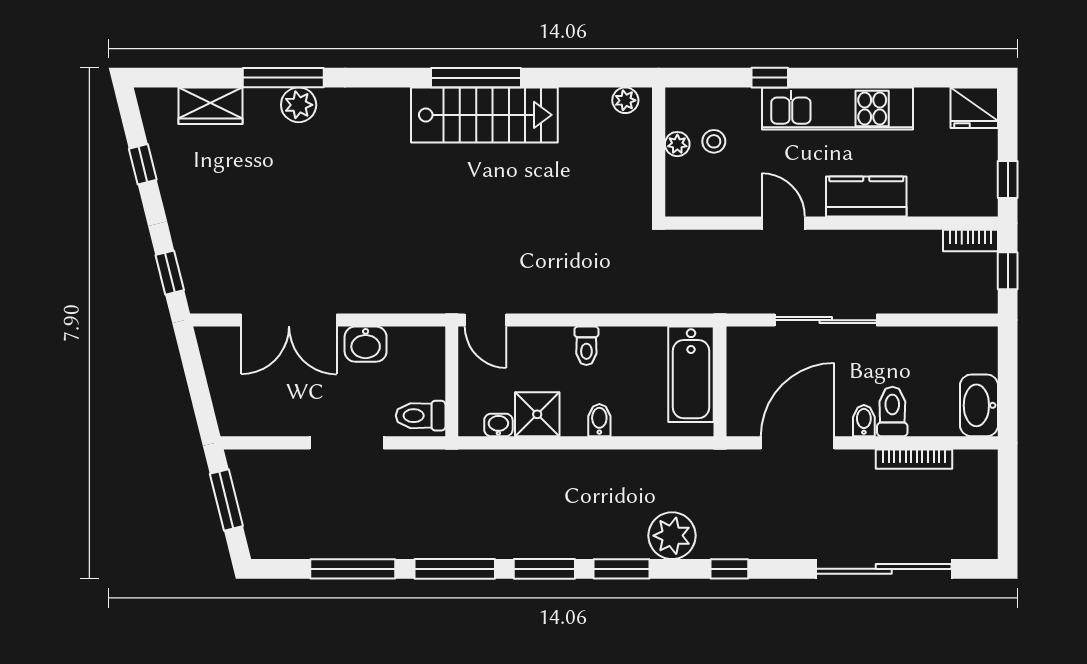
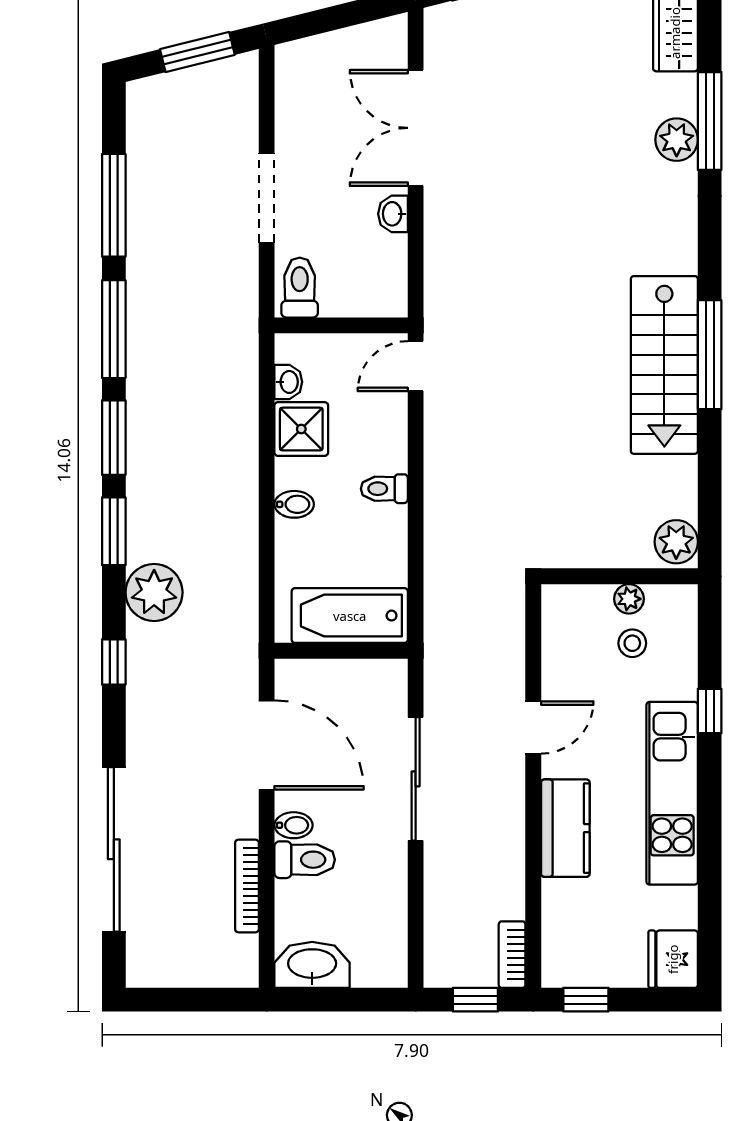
plant: (625, 100) -> (676, 542), width x1.38, depth x1.38
washbasin: (366, 344) -> (393, 214), width x0.72, depth x0.69

